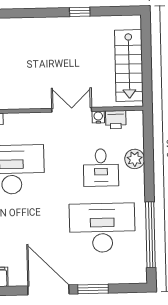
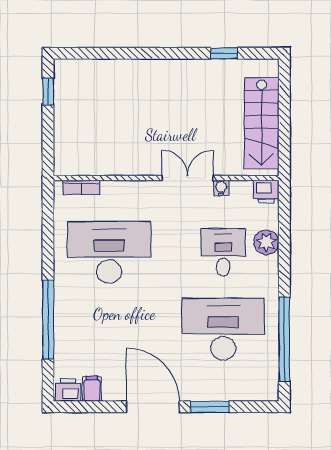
window: (80, 12) -> (224, 53), moved
printer: (116, 120) -> (266, 192), moved
desk: (101, 168) -> (223, 252), turned 180

